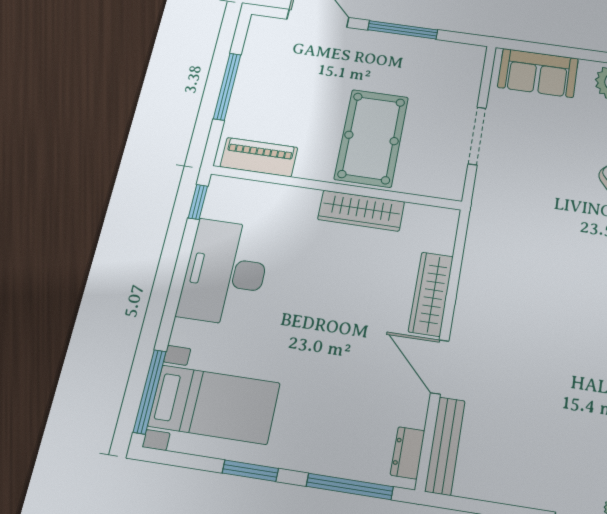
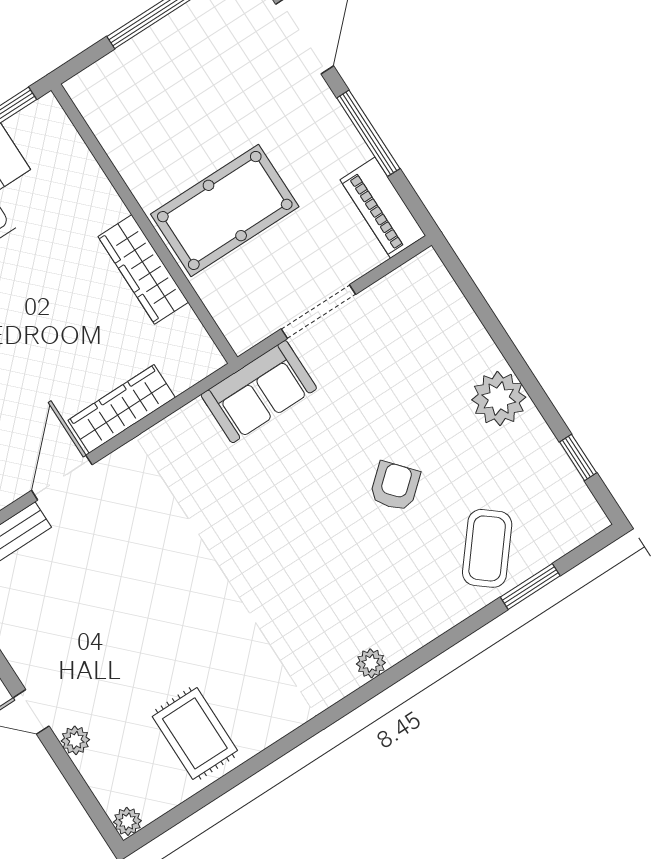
sofa: (538, 73) -> (259, 392), moved, turned -90
piano: (259, 157) -> (383, 208), moved, turned 180

